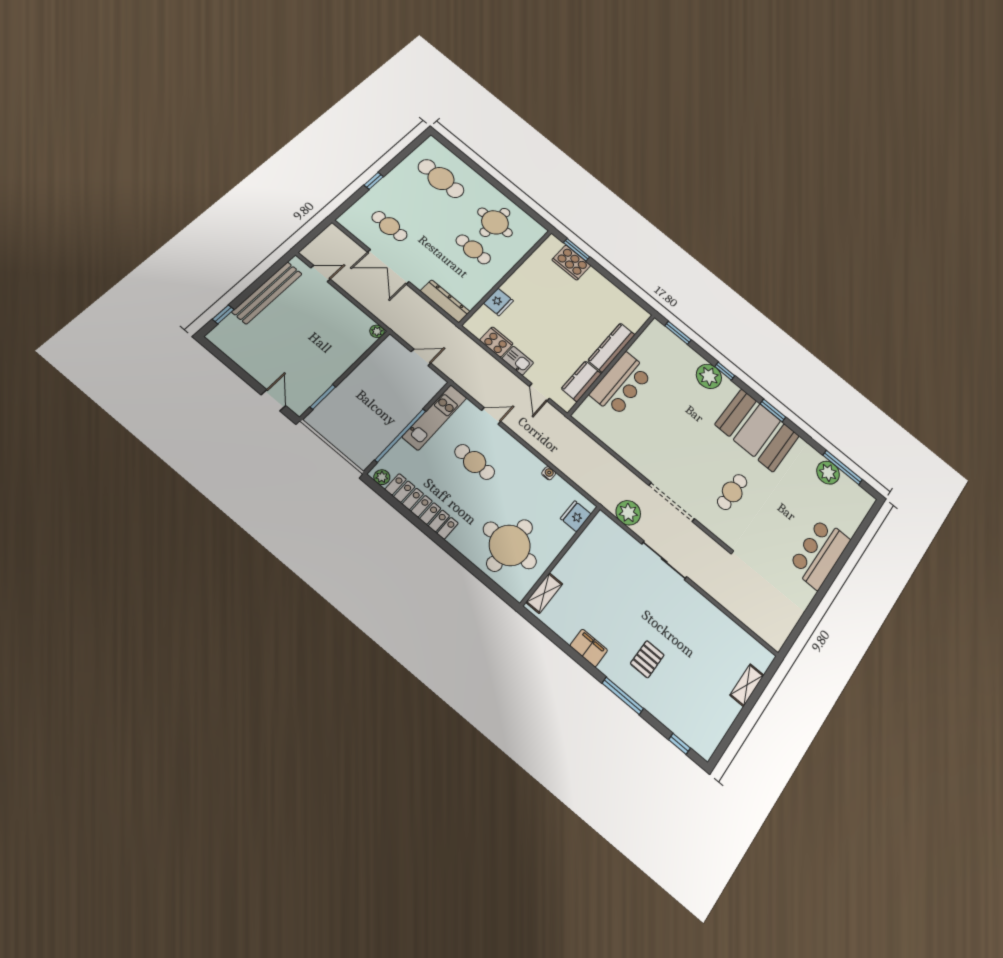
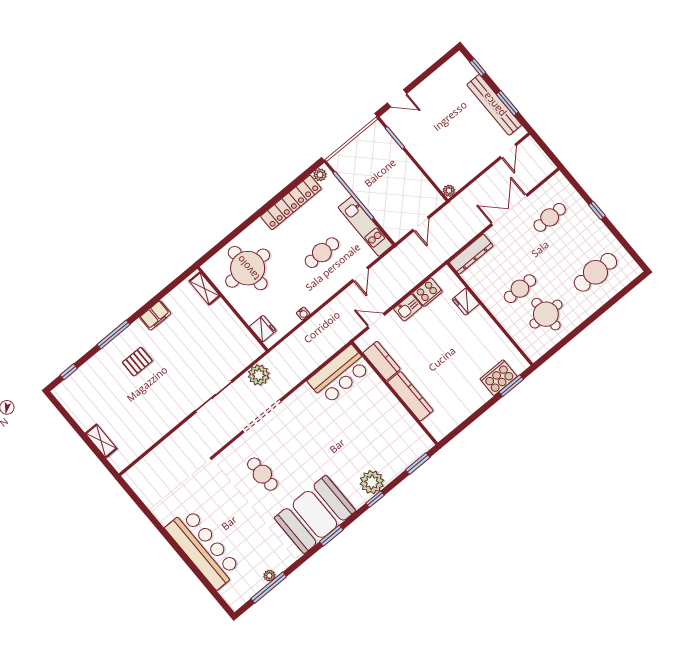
window: (263, 279) -> (507, 103), added
bar counter: (621, 384) -> (339, 375), moved, turned -90
plant: (828, 473) -> (269, 576), width x0.53, depth x0.53
bar counter: (820, 553) -> (203, 549), width x1.36
pallet: (647, 659) -> (137, 362), turned 90

